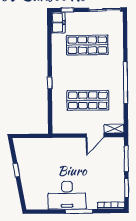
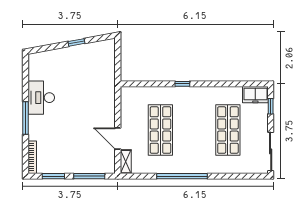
desk: (67, 195) -> (41, 98), width x0.73, depth x0.77

